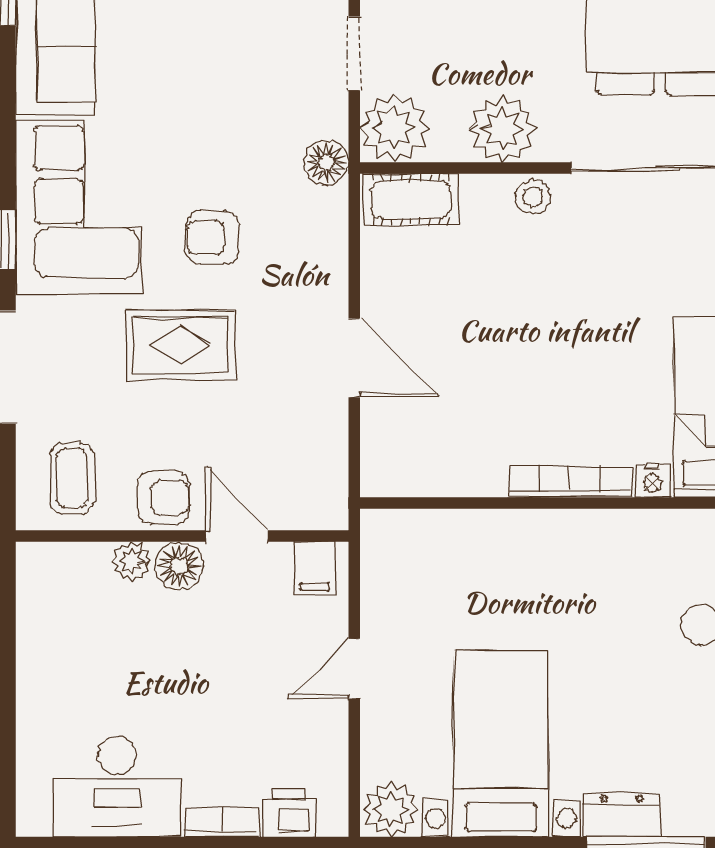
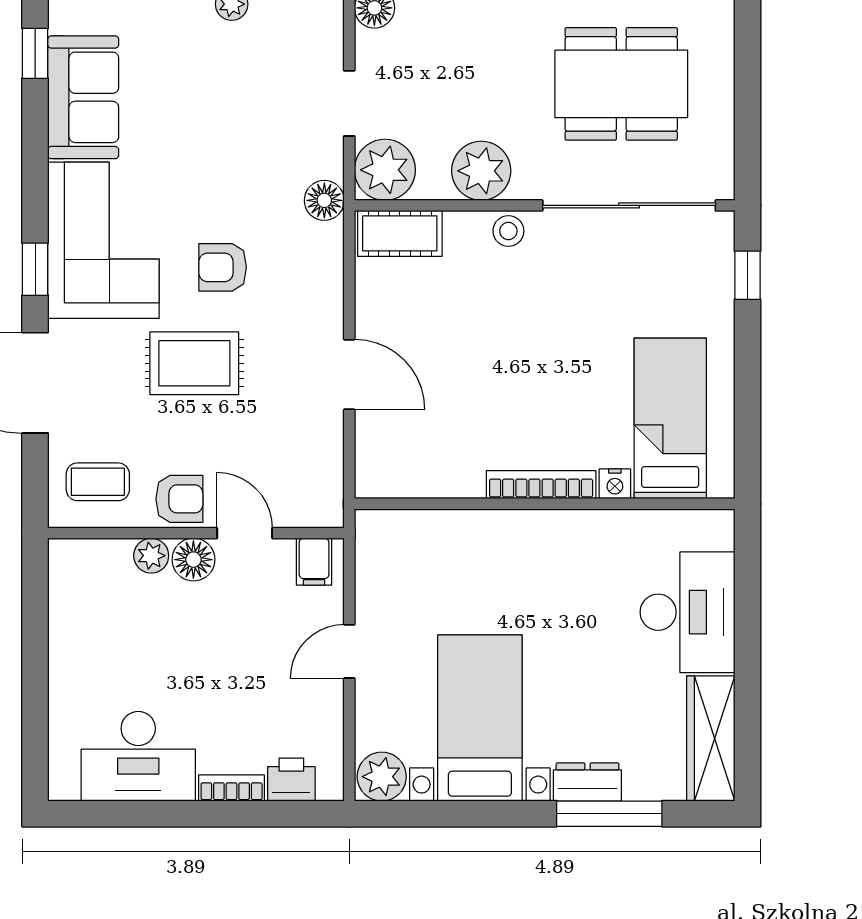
coffee table: (72, 478) -> (98, 482), turned 90

